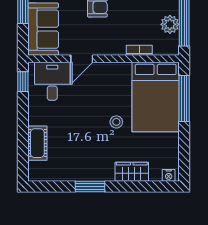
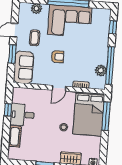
door: (82, 59) -> (59, 88), moved
desk: (52, 81) -> (22, 115), moved, turned -90
window: (23, 82) -> (8, 110), moved

